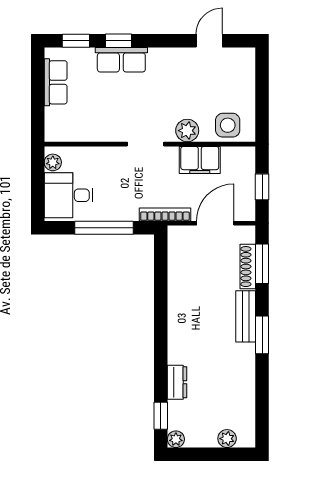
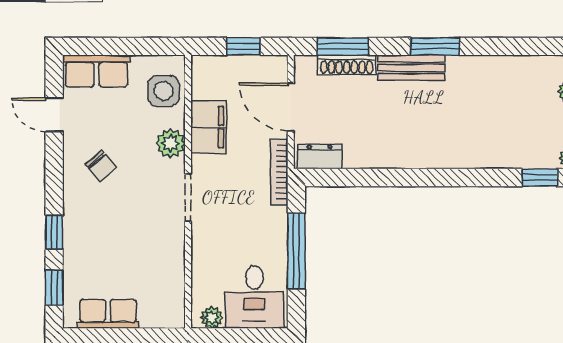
row of seats: (121, 60) -> (96, 71), moved, turned 90
chair: (170, 77) -> (101, 166), added
dresser: (177, 382) -> (320, 156), moved

